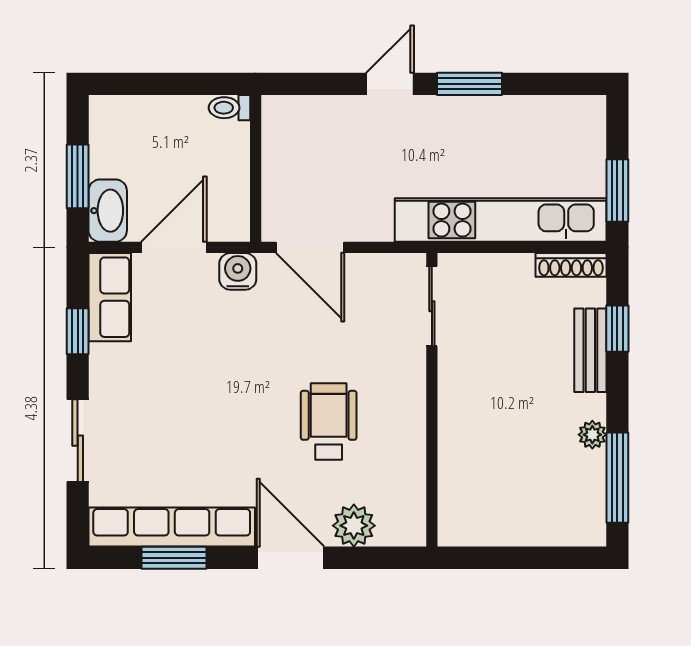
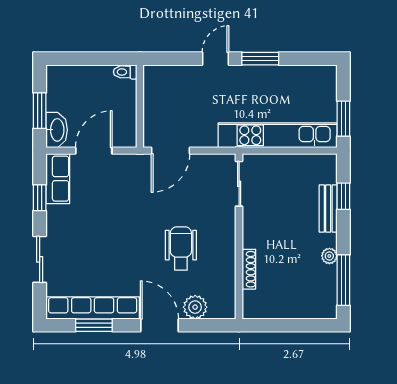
door: (310, 247) -> (170, 151), hinge flipped
shoe rack: (571, 265) -> (249, 269), moved, turned -90
water cooler: (238, 271) -> (130, 164), removed

